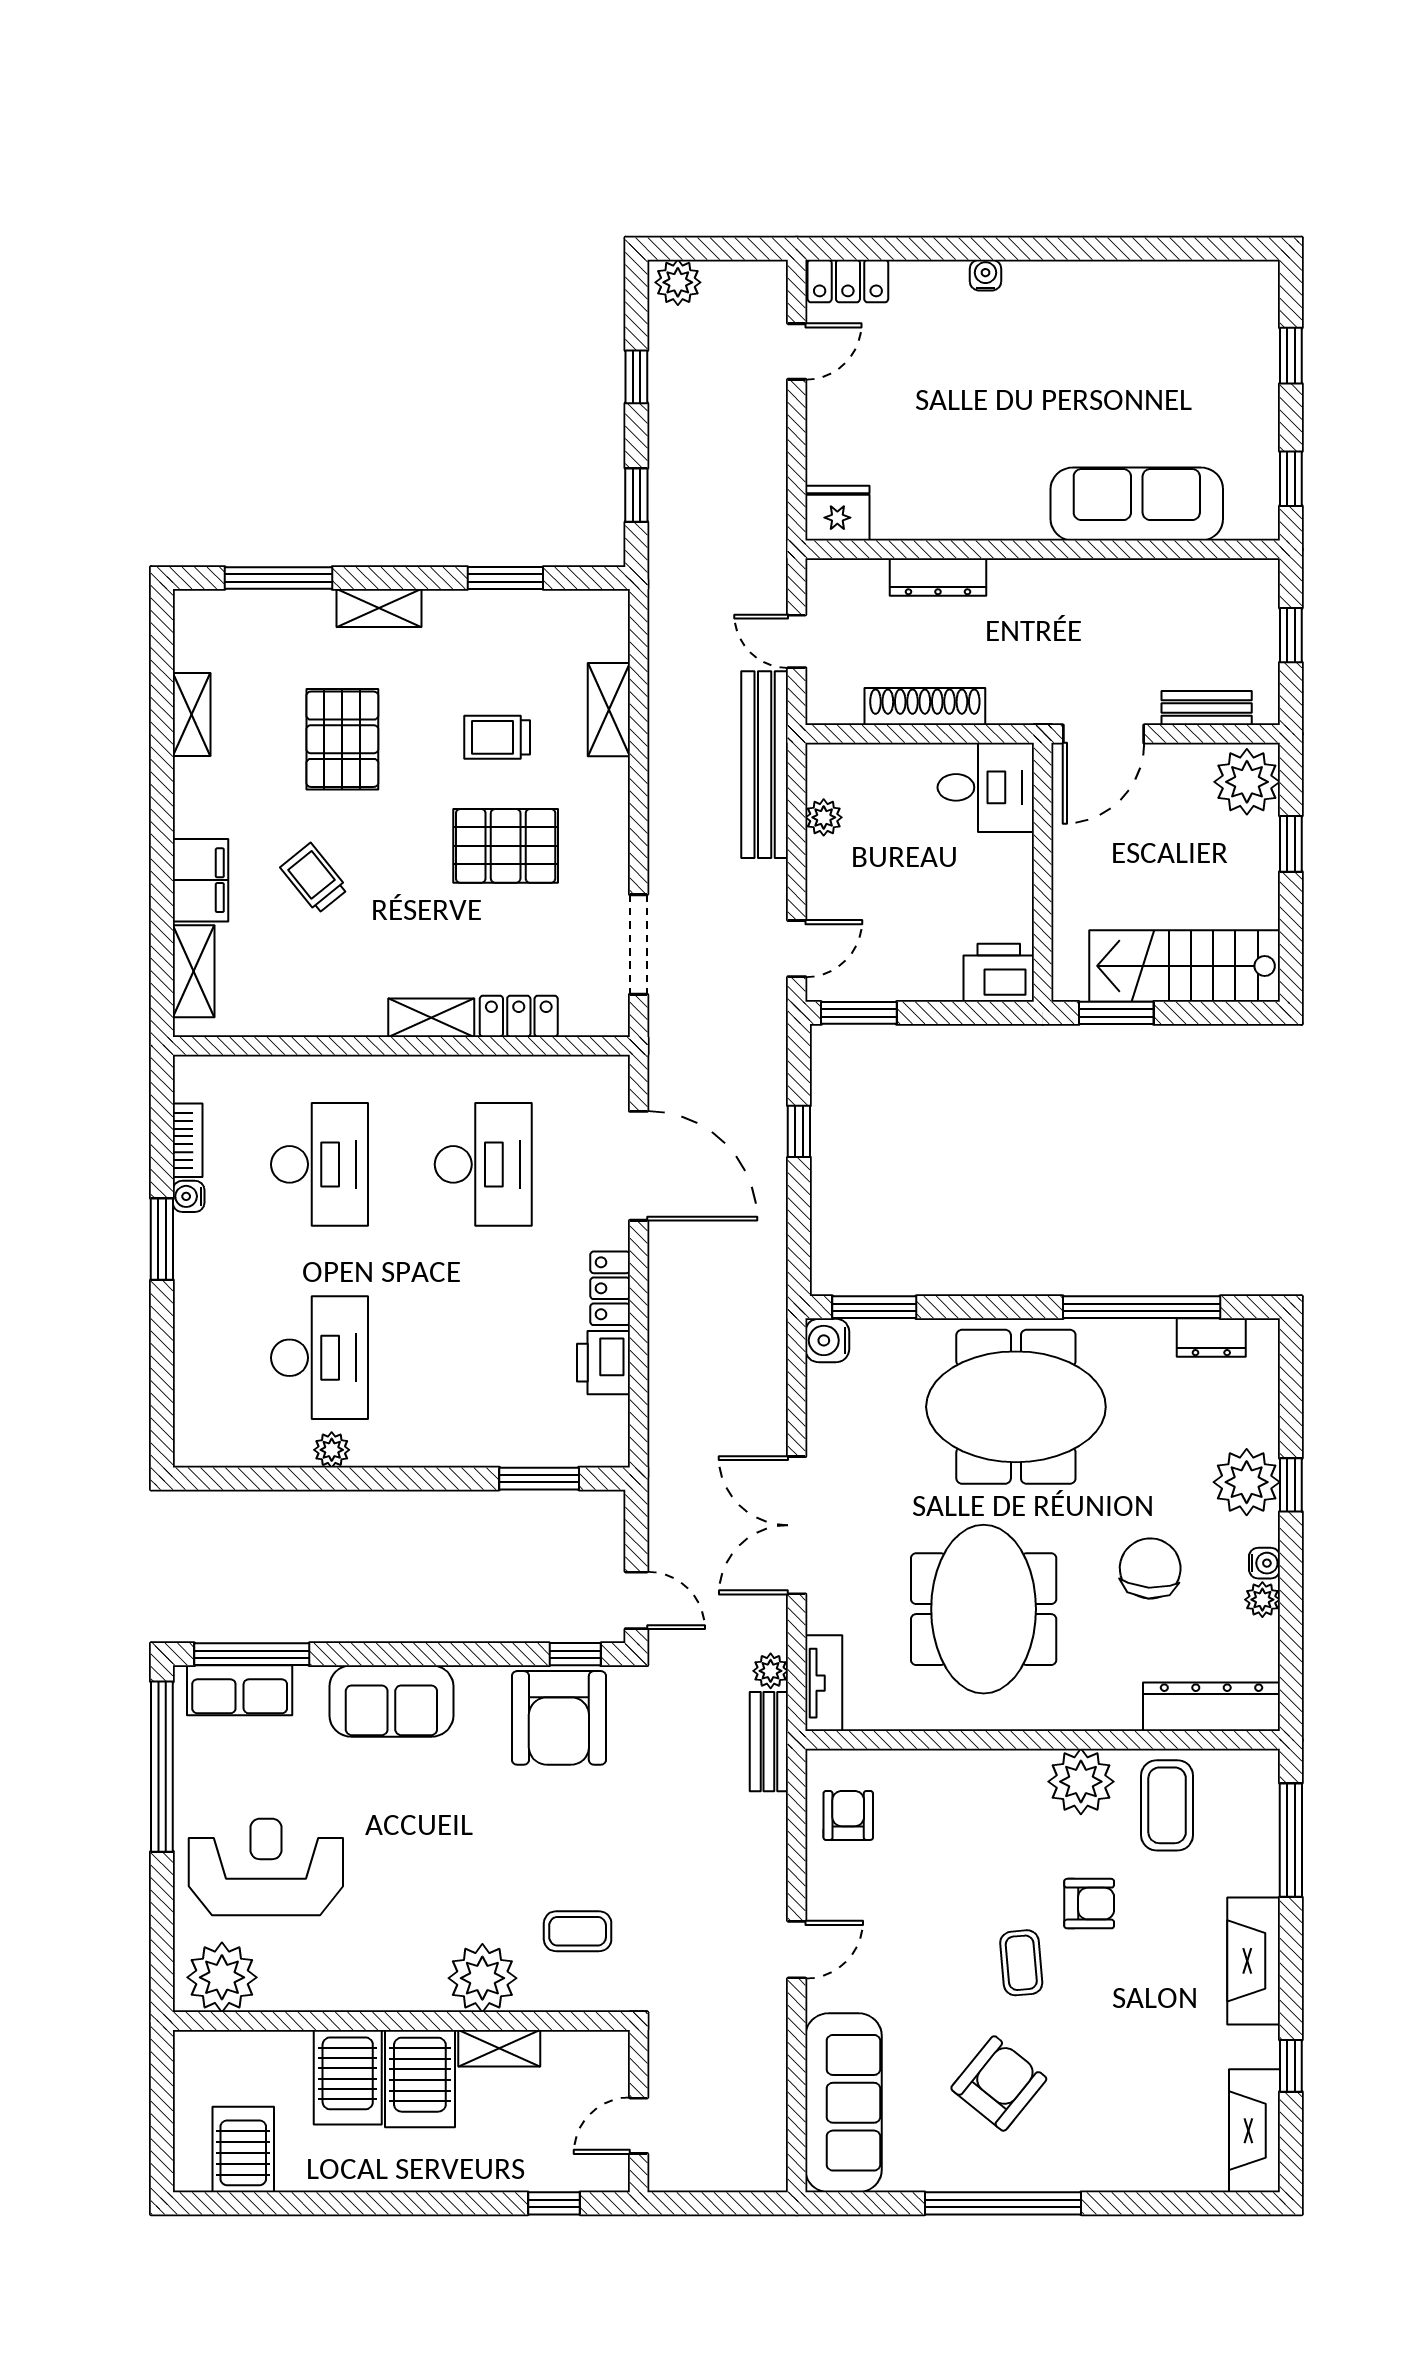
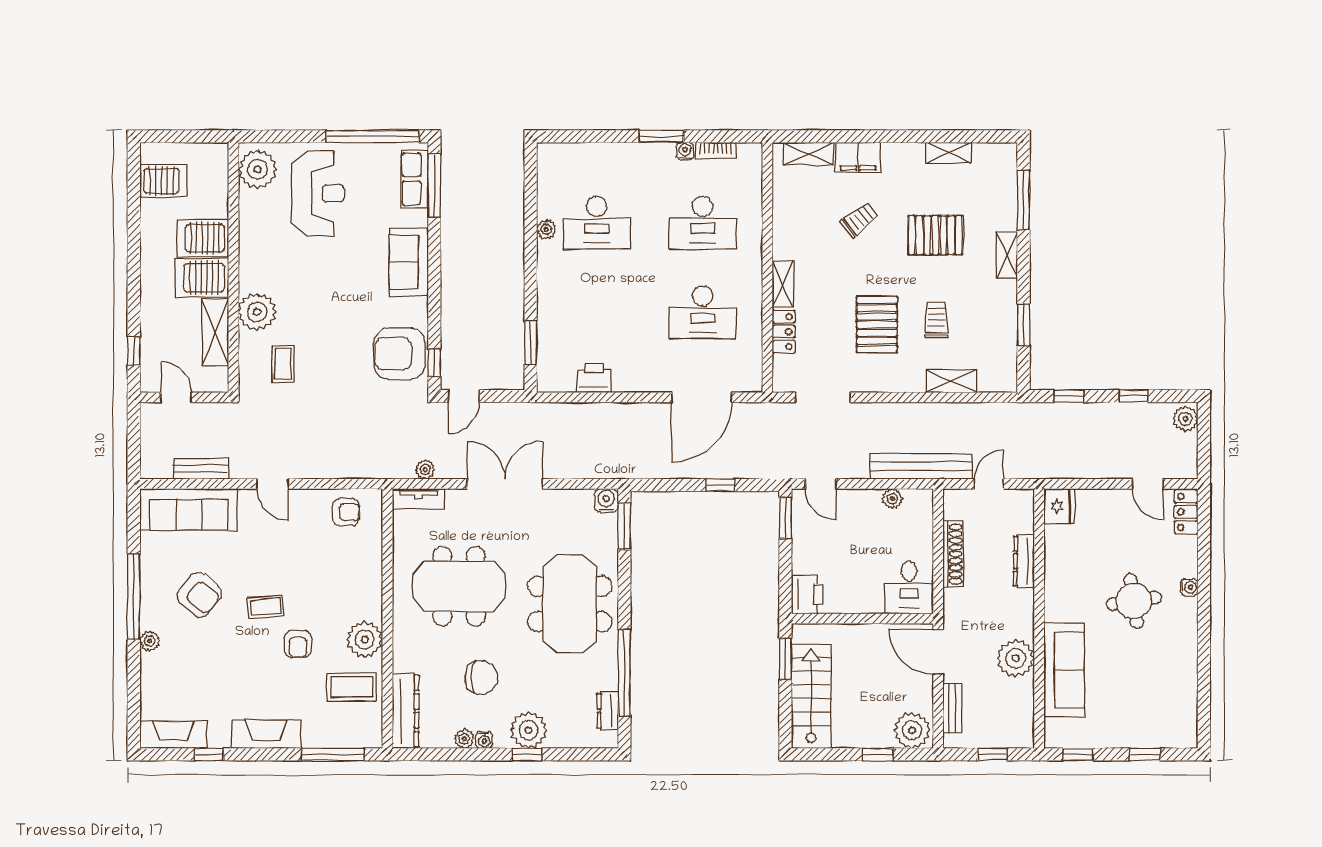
round table: (1011, 377) -> (1134, 601), added
plant: (1115, 592) -> (1016, 658), added
locker: (610, 1288) -> (635, 382), removed
bench: (769, 1742) -> (201, 469), moved
shelving: (499, 2048) -> (215, 332), width x1.50, depth x1.33
plant: (1084, 2174) -> (150, 641), added

